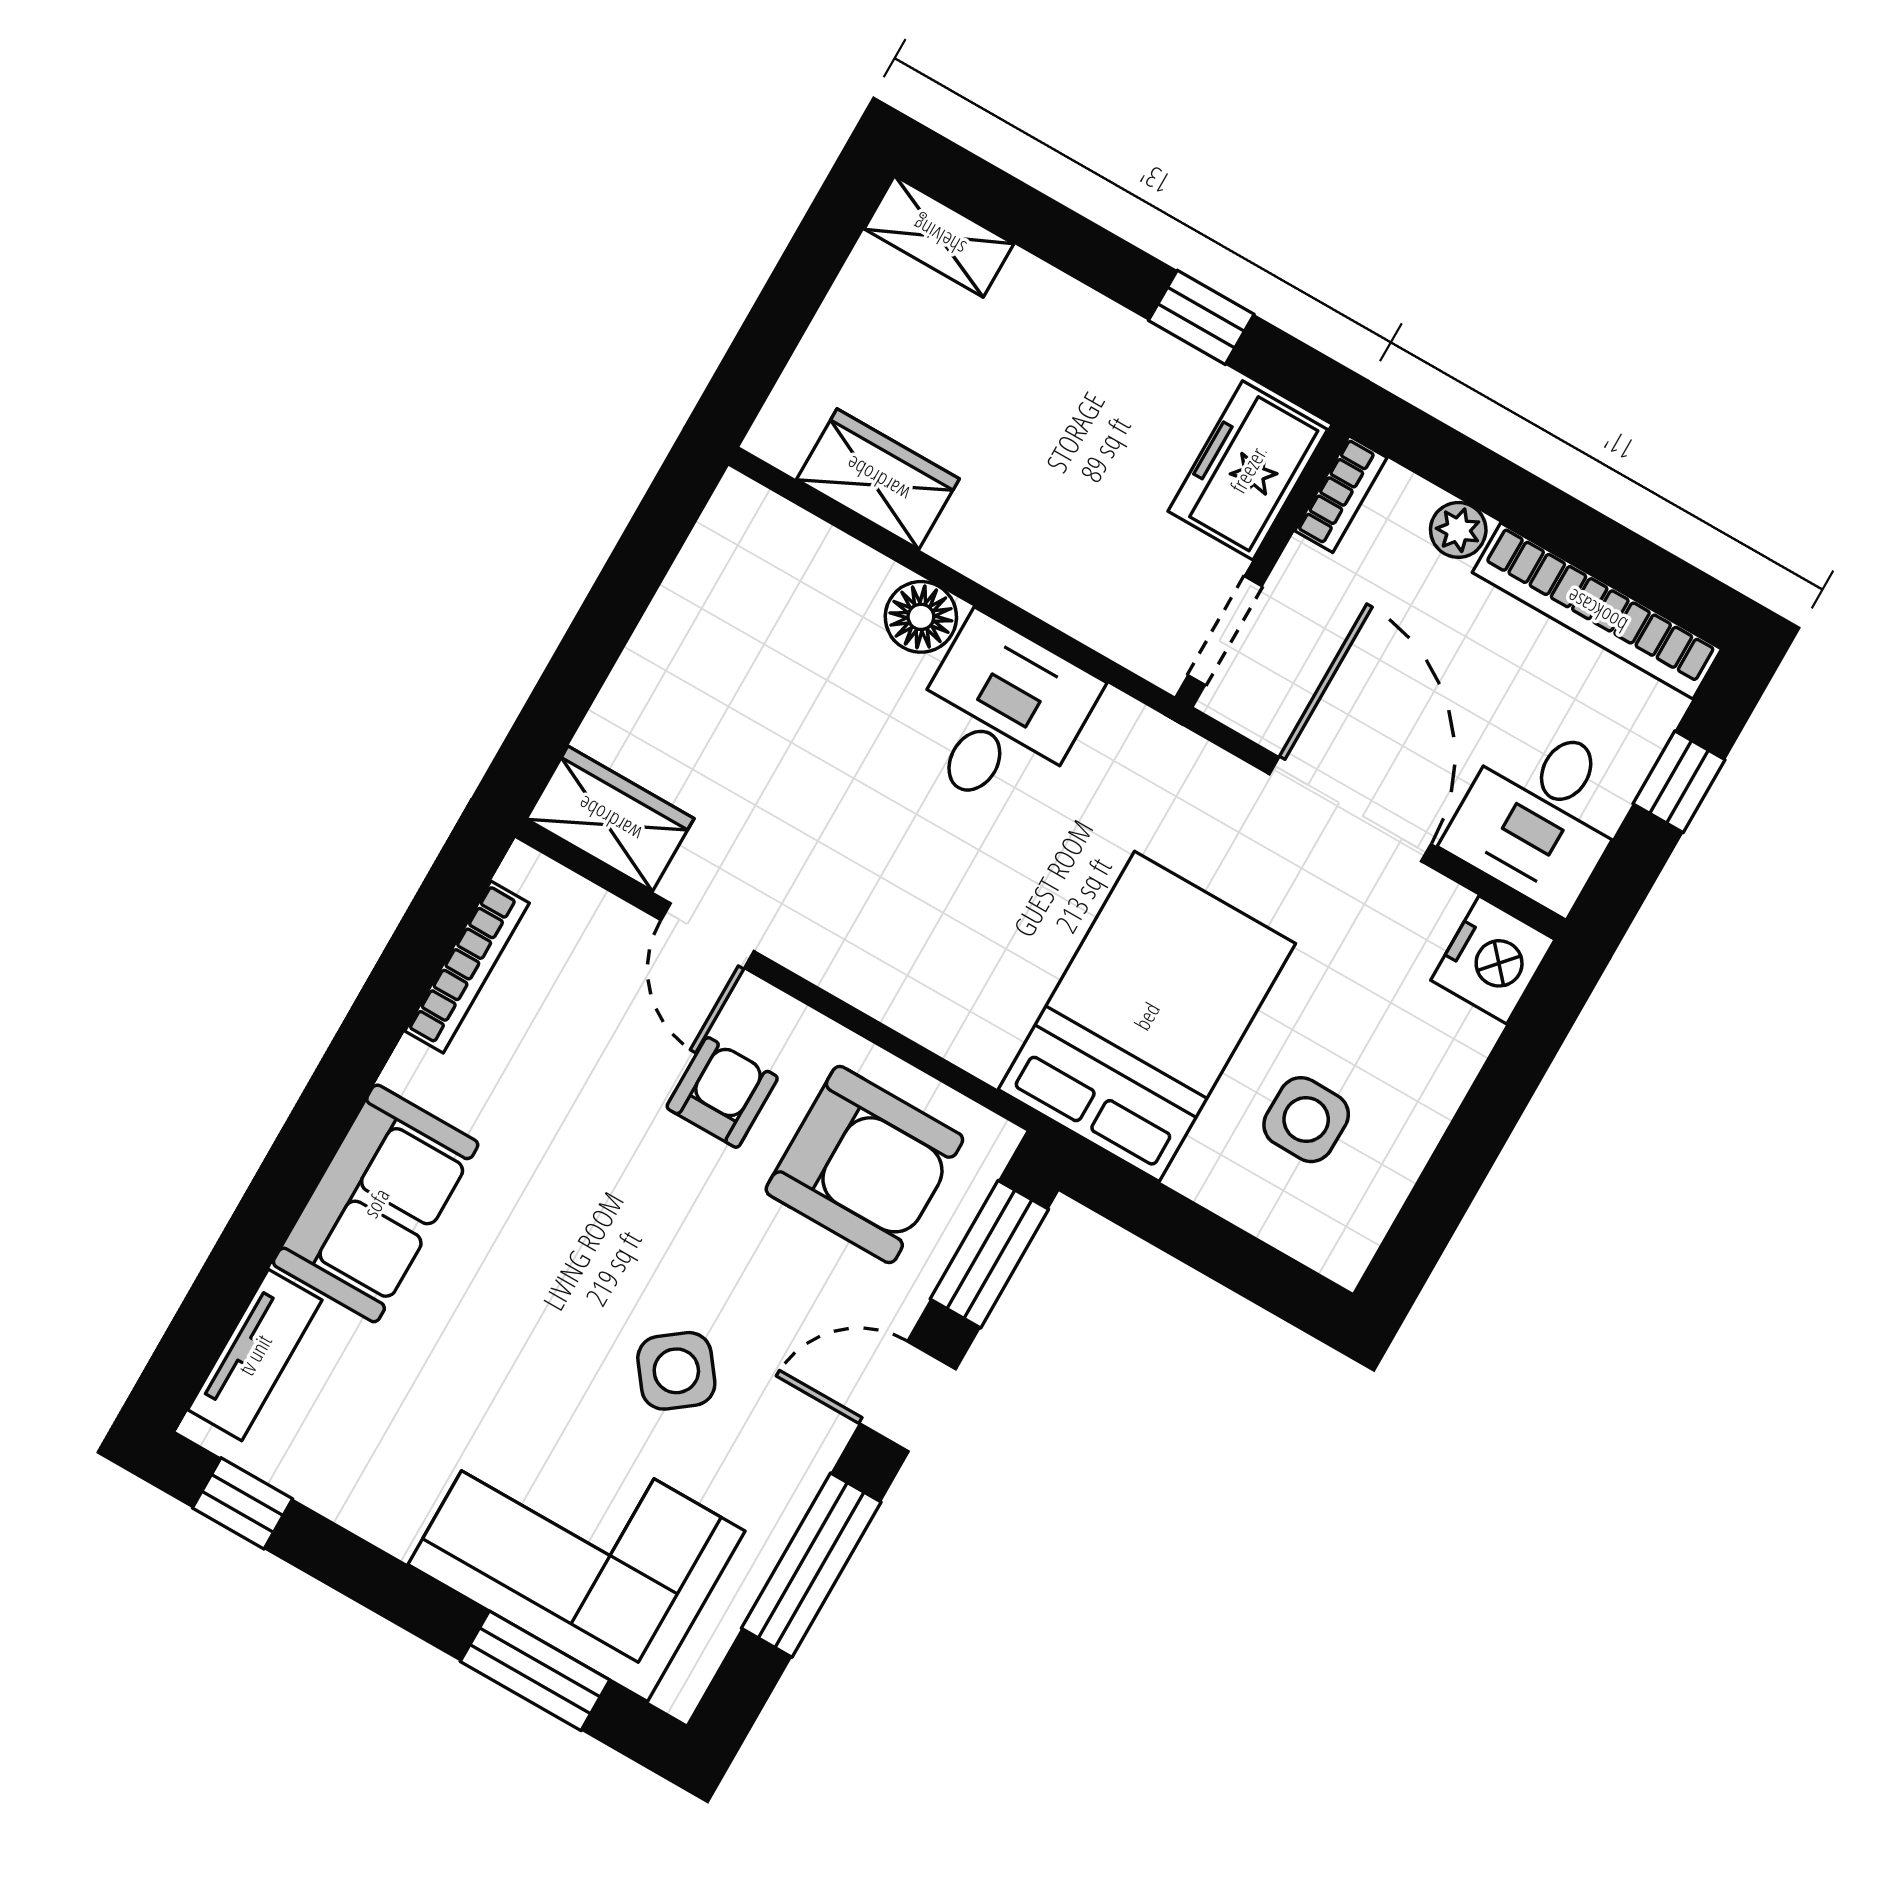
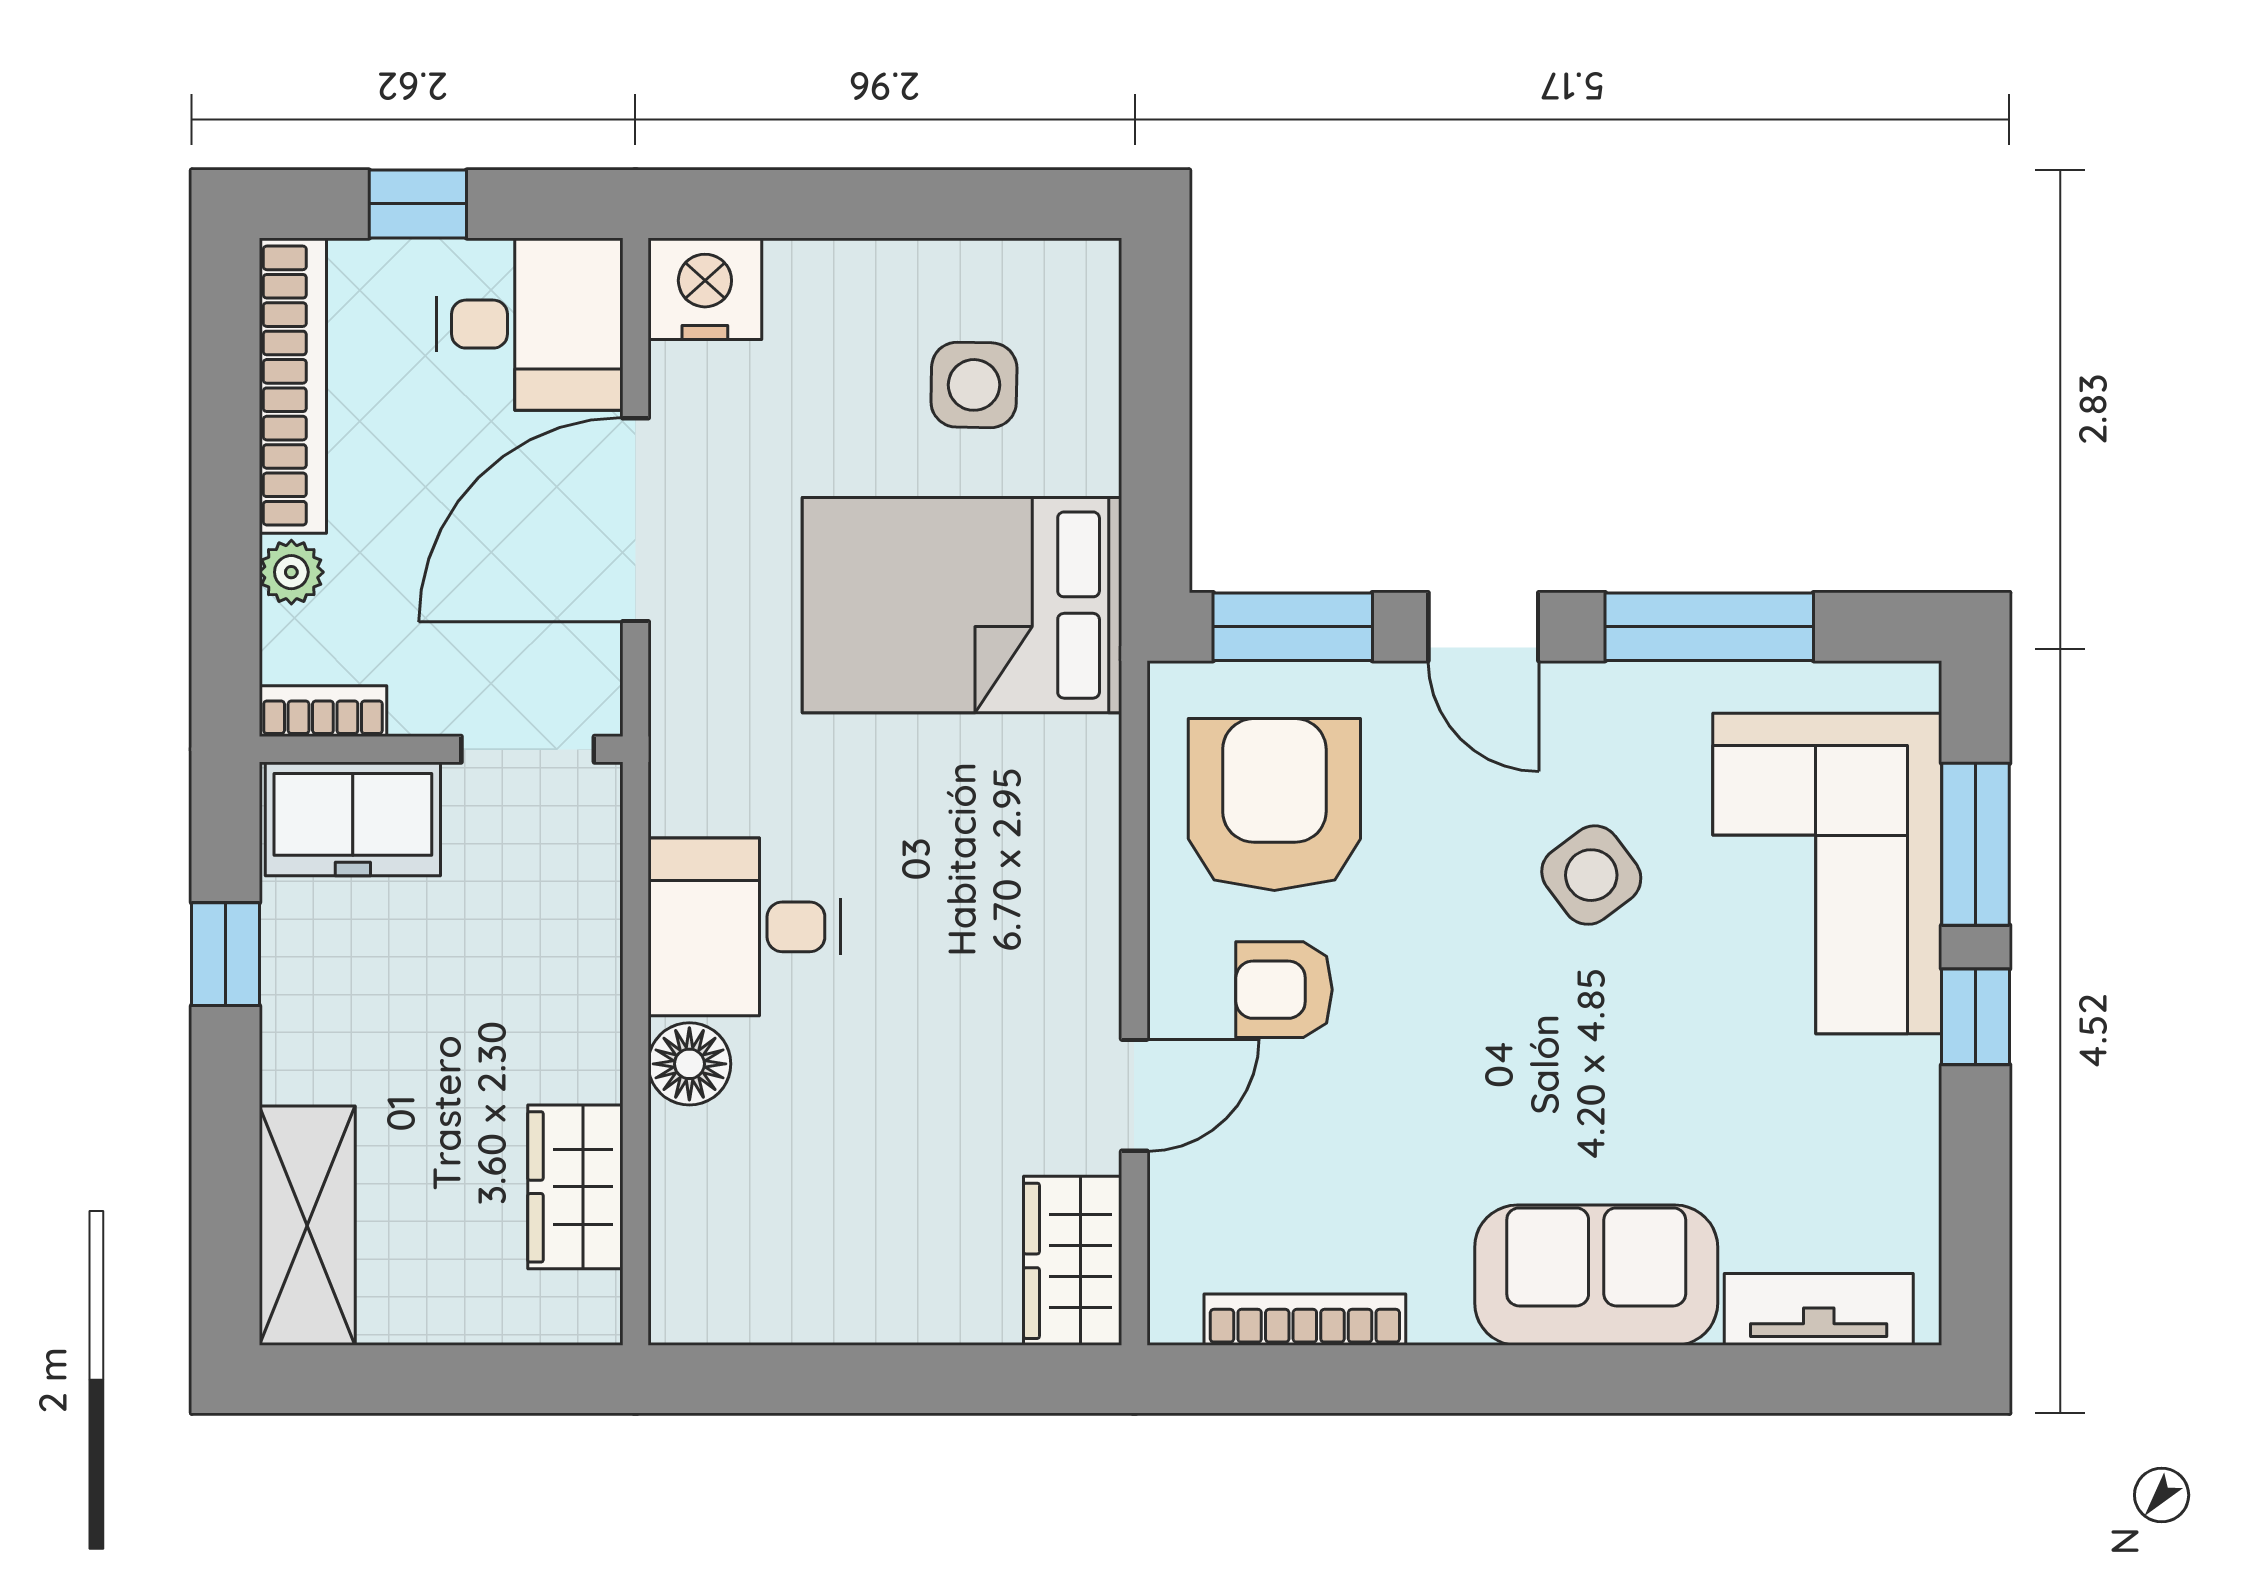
shelving: (939, 236) -> (307, 1226), width x1.50, depth x1.33
window: (242, 1503) -> (1976, 1017), moved

